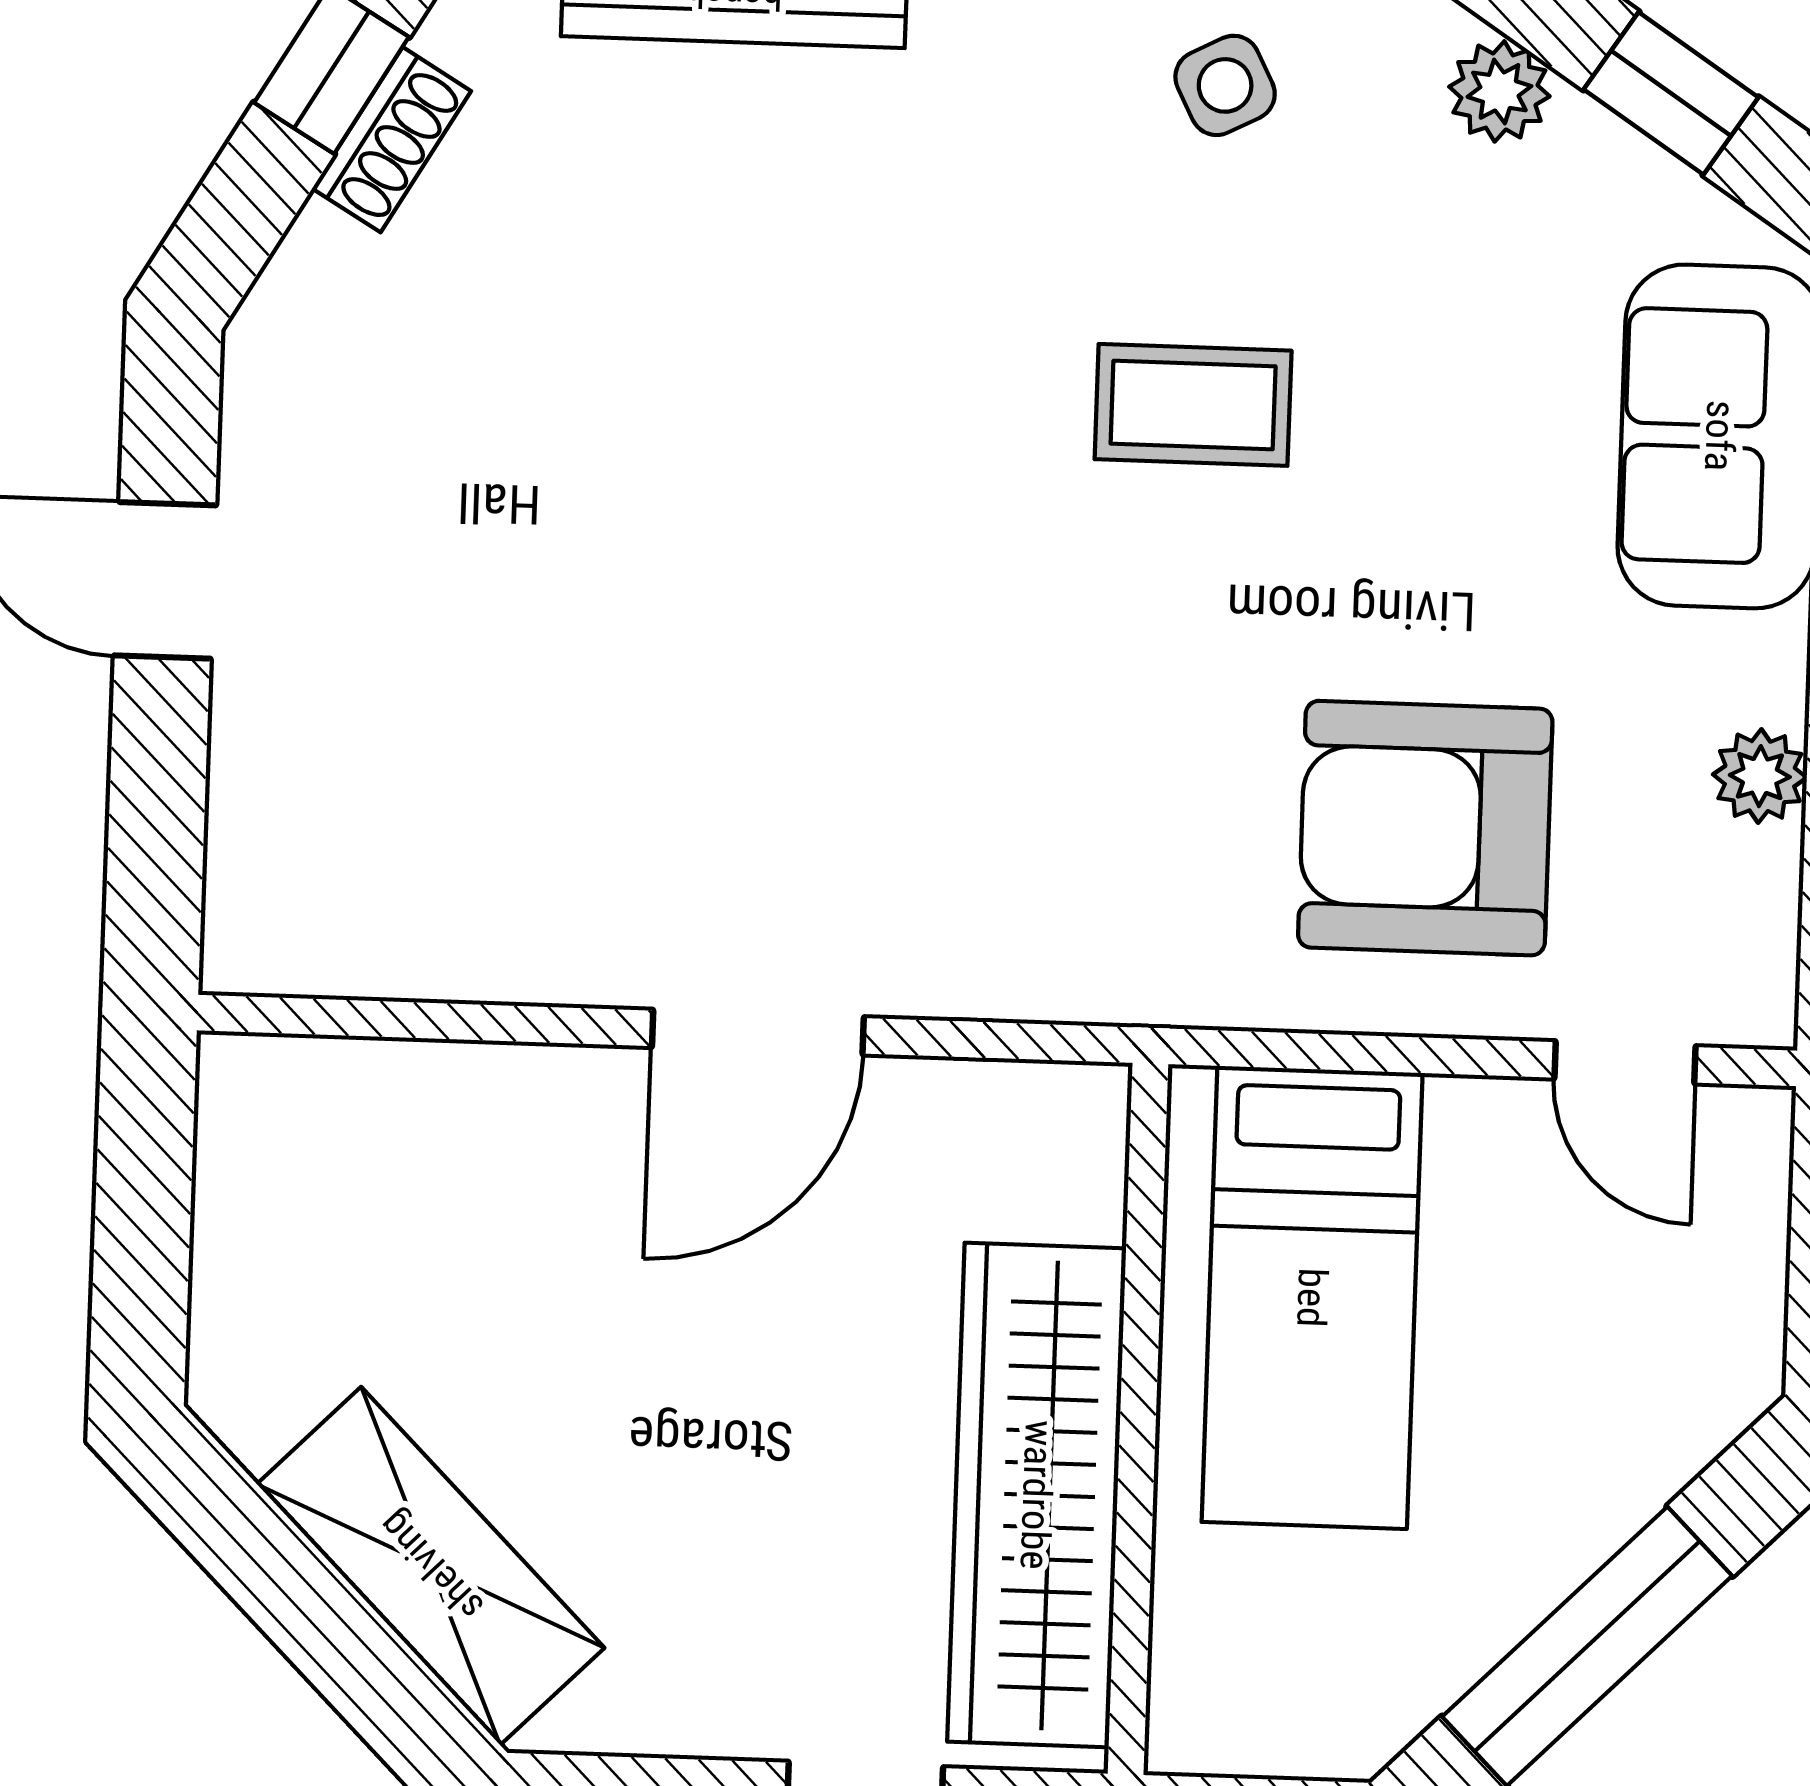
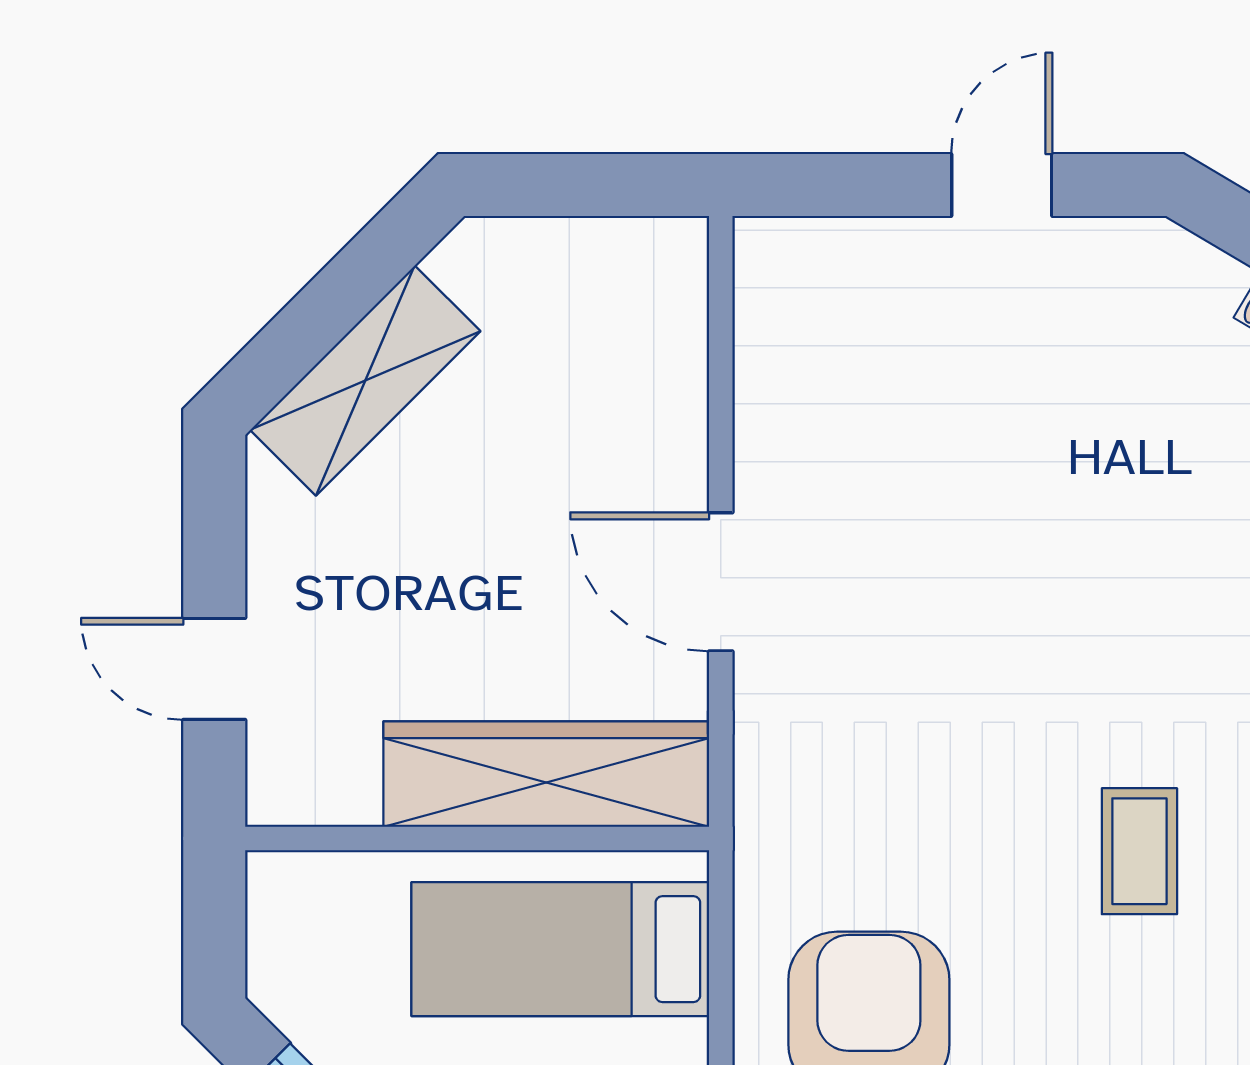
wardrobe: (1037, 1495) -> (546, 774), moved

